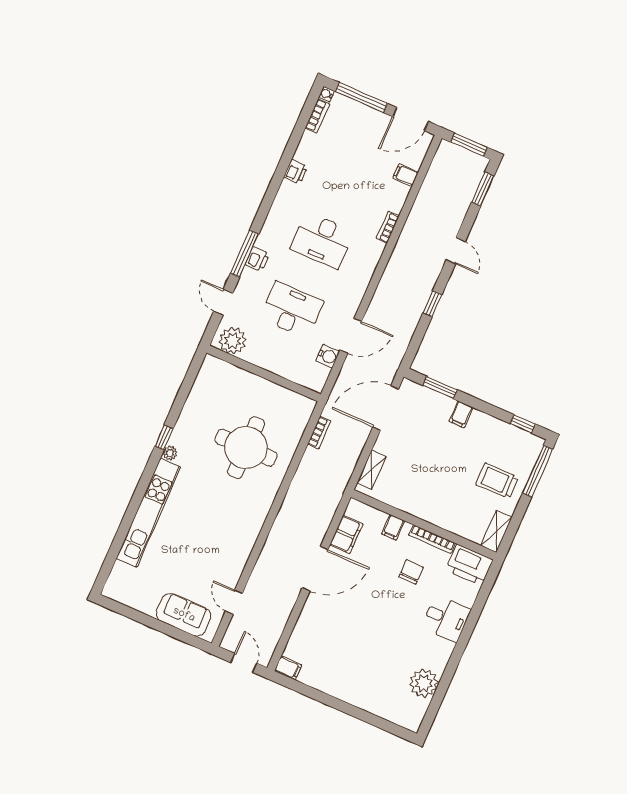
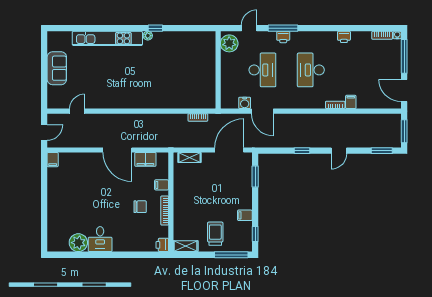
filing cabinet: (406, 175) -> (351, 102), moved
door: (386, 408) -> (229, 150), hinge flipped
filing cabinet: (461, 414) -> (245, 215), moved
round table: (246, 448) -> (170, 79), removed
printer: (469, 565) -> (162, 245), width x0.53, depth x0.68
sofa: (184, 615) -> (57, 68), moved
desk: (446, 618) -> (100, 239), moved

